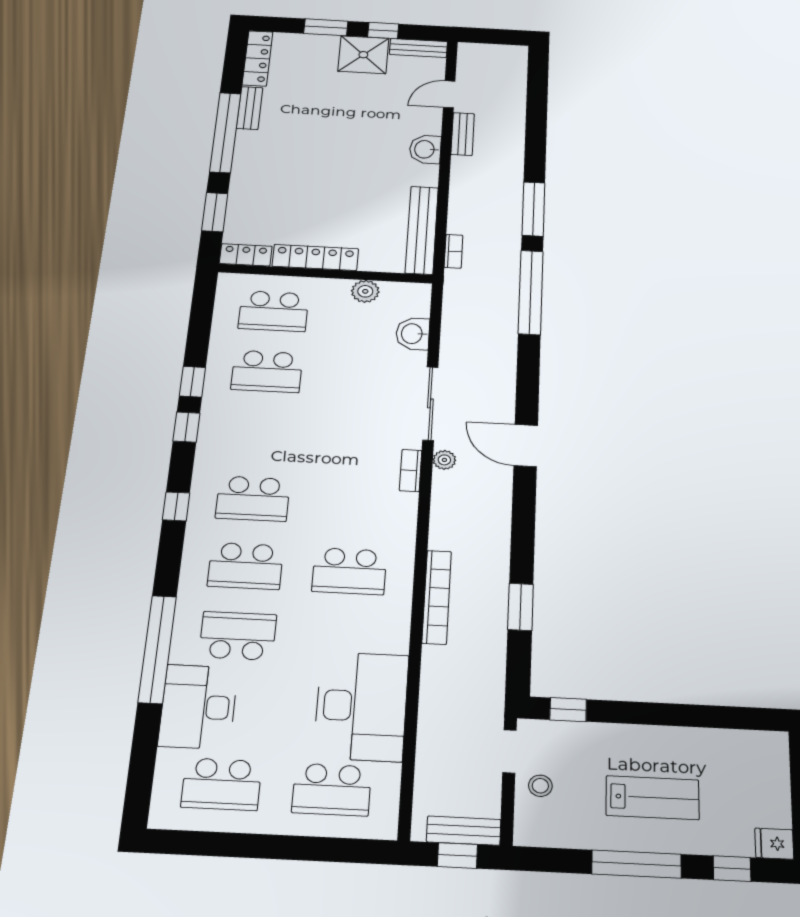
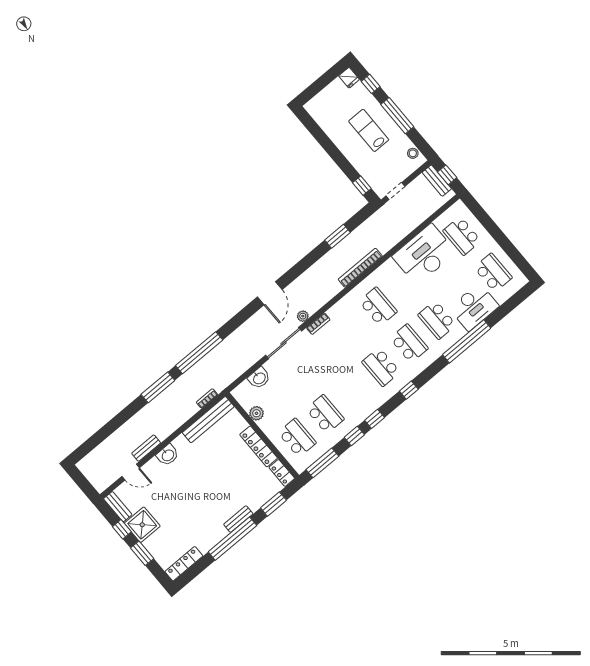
bench: (250, 108) -> (238, 519), moved
window: (202, 313) -> (322, 463), added
school desk: (253, 499) -> (381, 367), turned 180
stool: (540, 786) -> (413, 153), moved
school desk: (332, 790) -> (462, 236), turned 180

